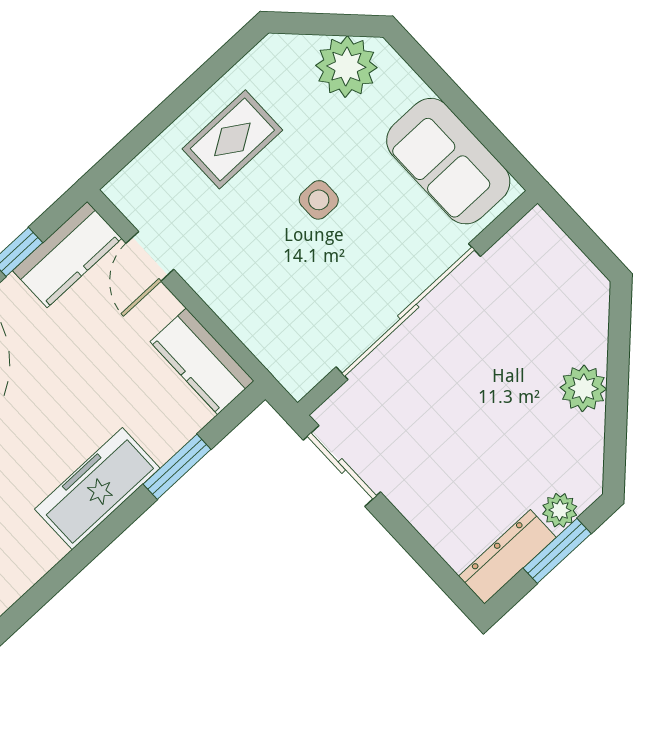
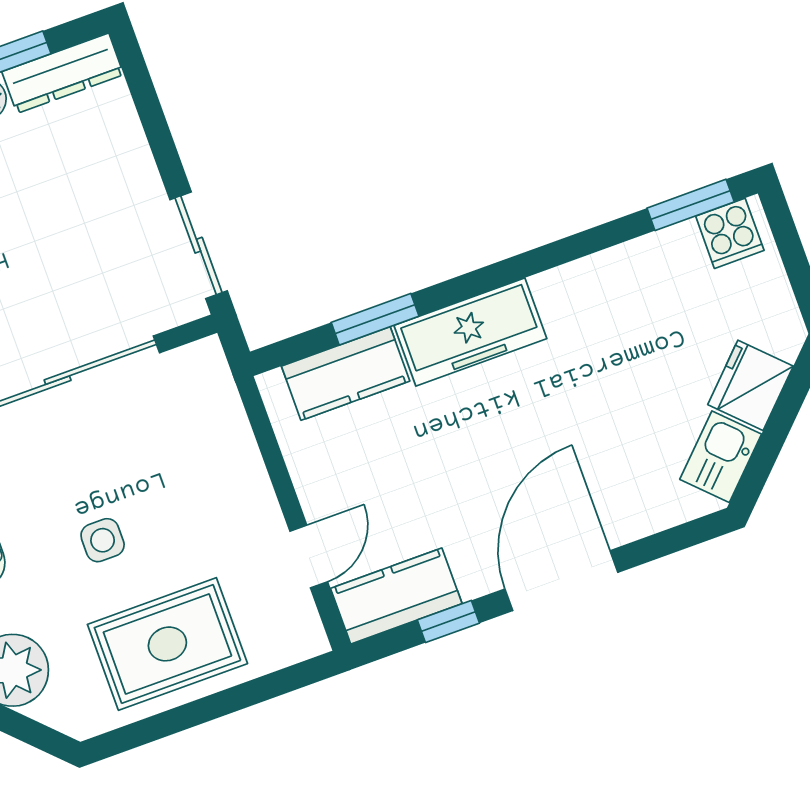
rug: (232, 139) -> (167, 644), width x1.36, depth x1.43
kitchen counter: (202, 361) -> (346, 374), moved, turned 90

